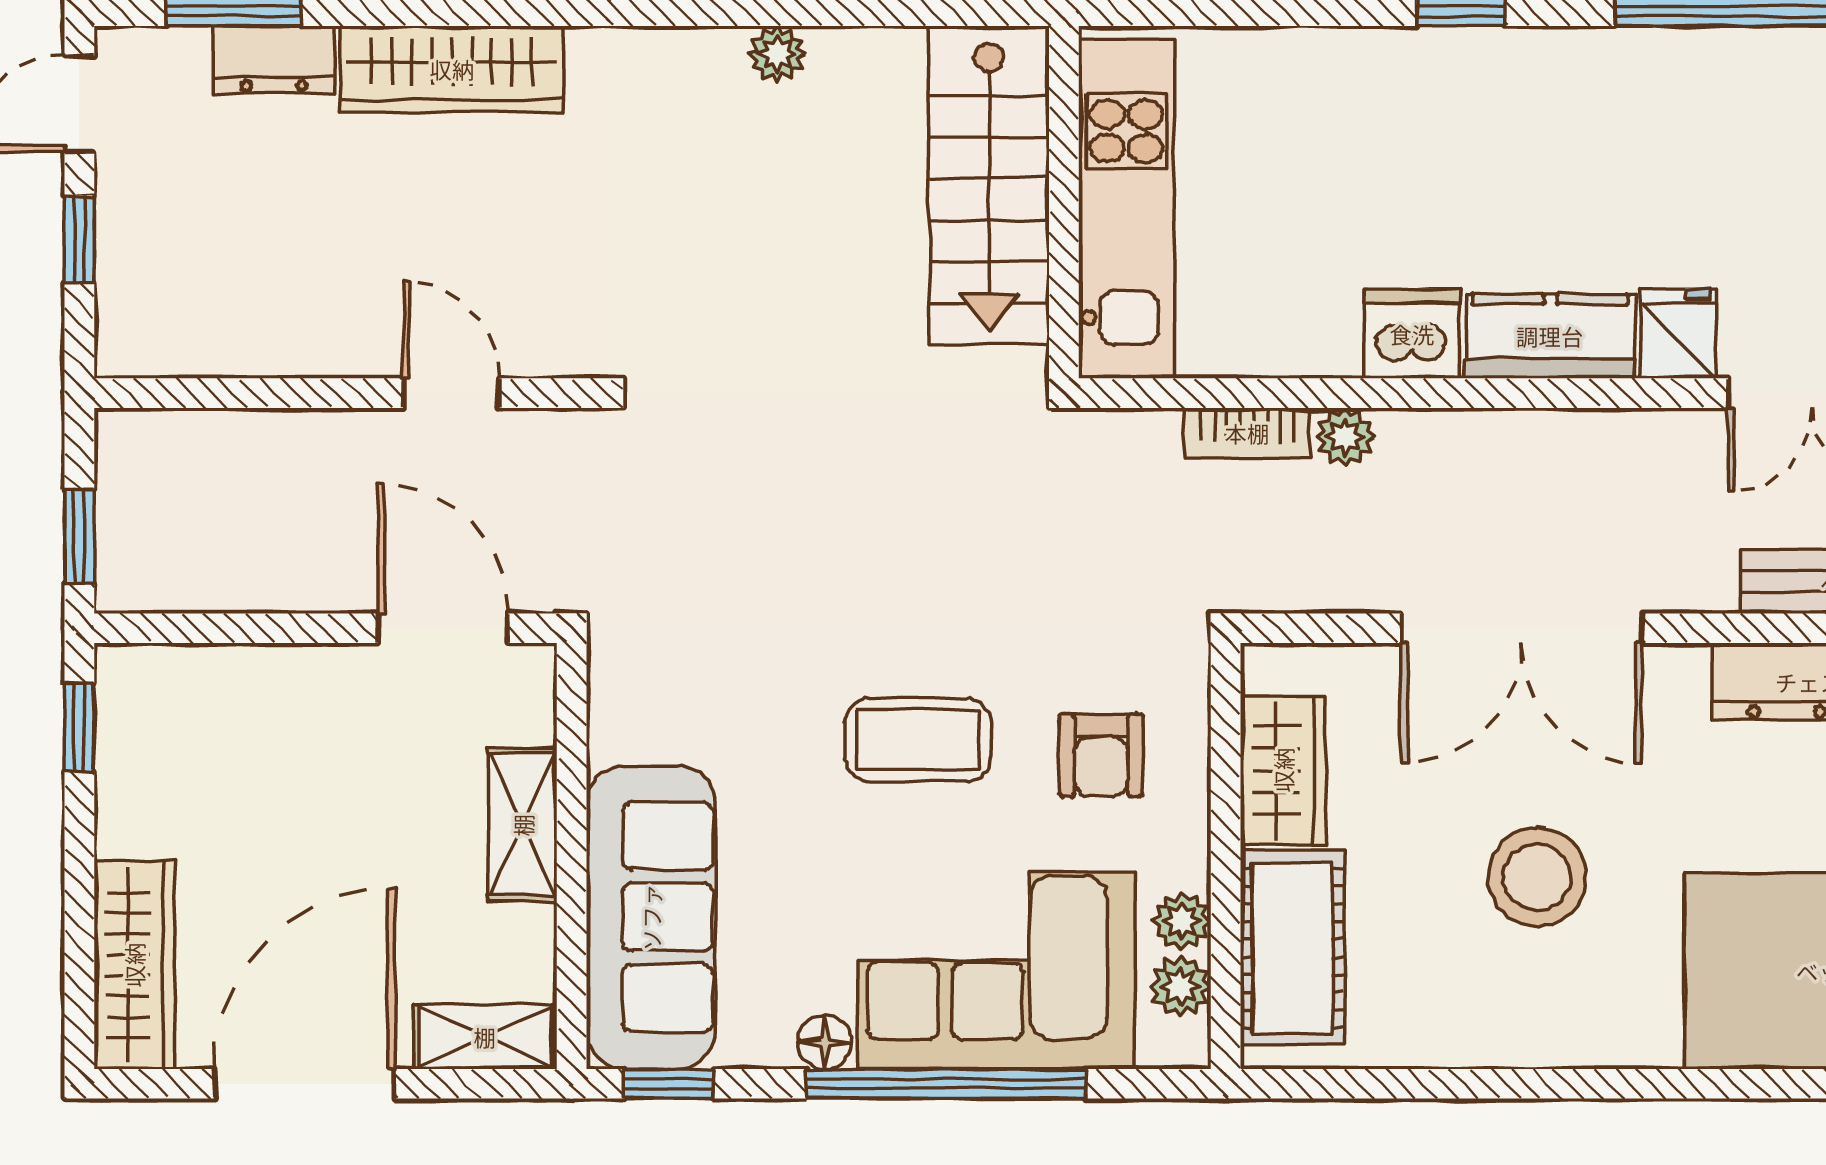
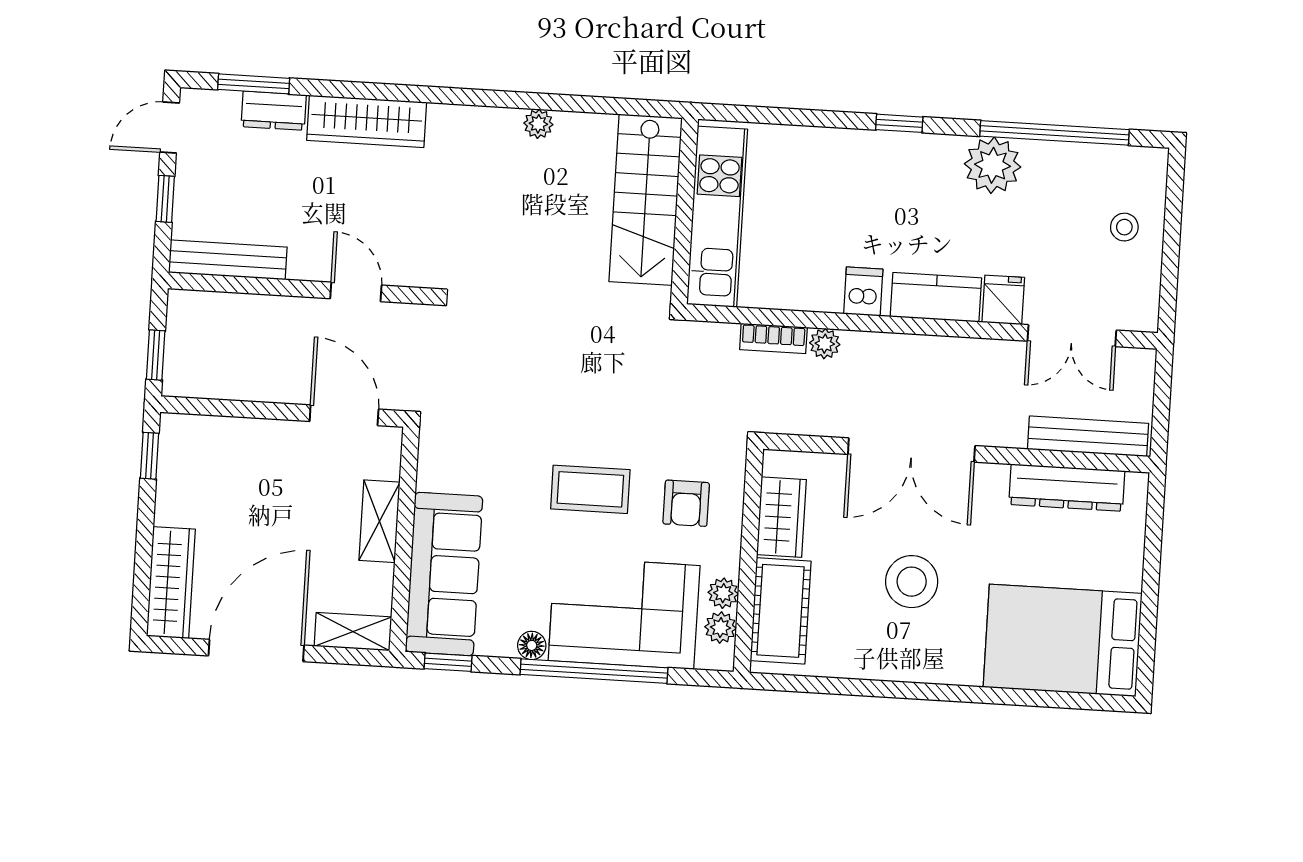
plant: (1642, 80) -> (993, 165), added
dishwasher: (1412, 334) -> (863, 292), width x0.73
bench: (205, 347) -> (228, 260), added

